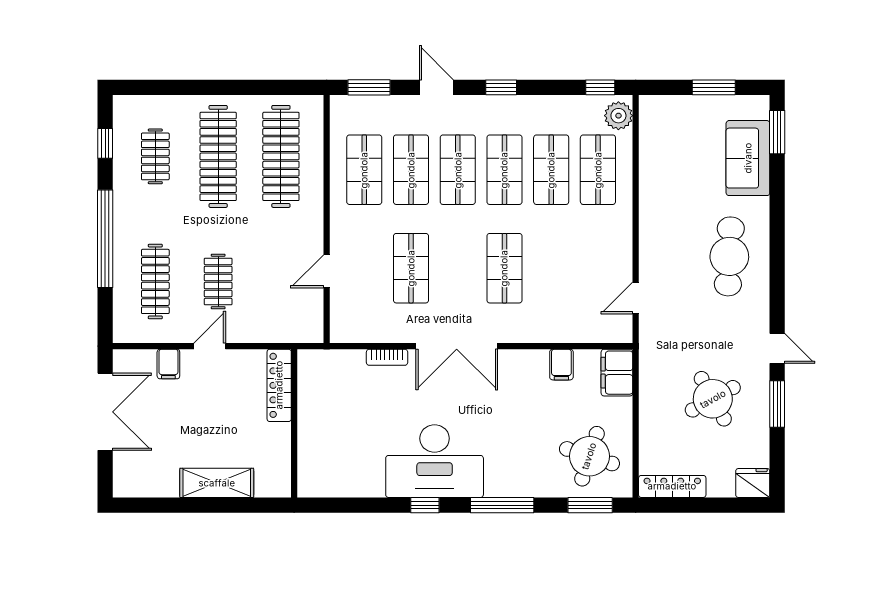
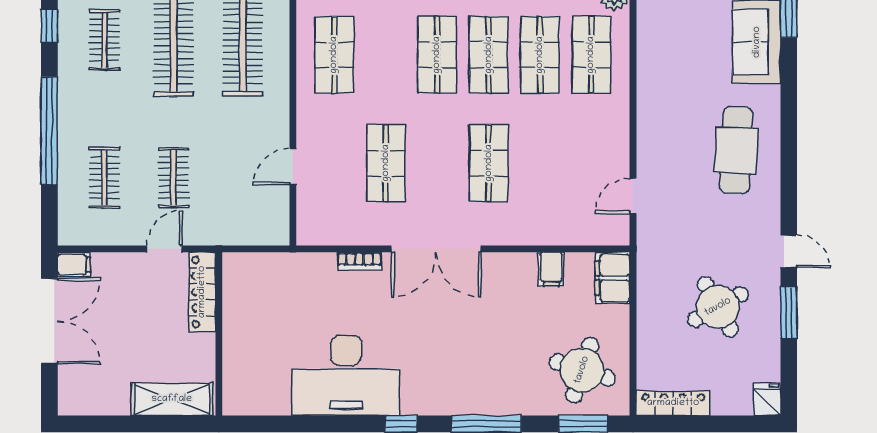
shop shelf: (411, 170) -> (386, 55), removed
clothes rail: (155, 281) -> (104, 178), width x0.73
filing cabinet: (168, 364) -> (74, 264), moved, turned -90
locker: (279, 385) -> (202, 292), moved
wall: (294, 423) -> (219, 334), moved
desk: (435, 461) -> (346, 375), moved
fridge: (753, 483) -> (767, 399), width x0.72

